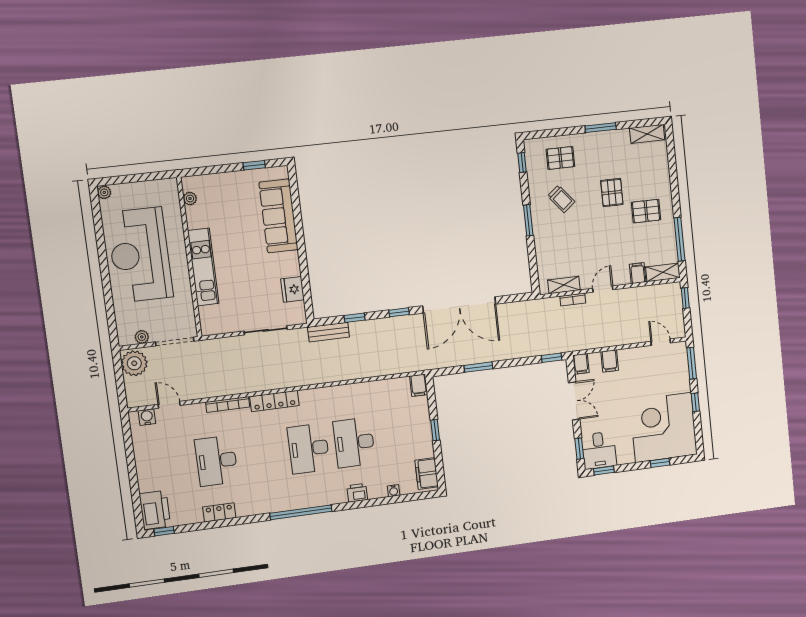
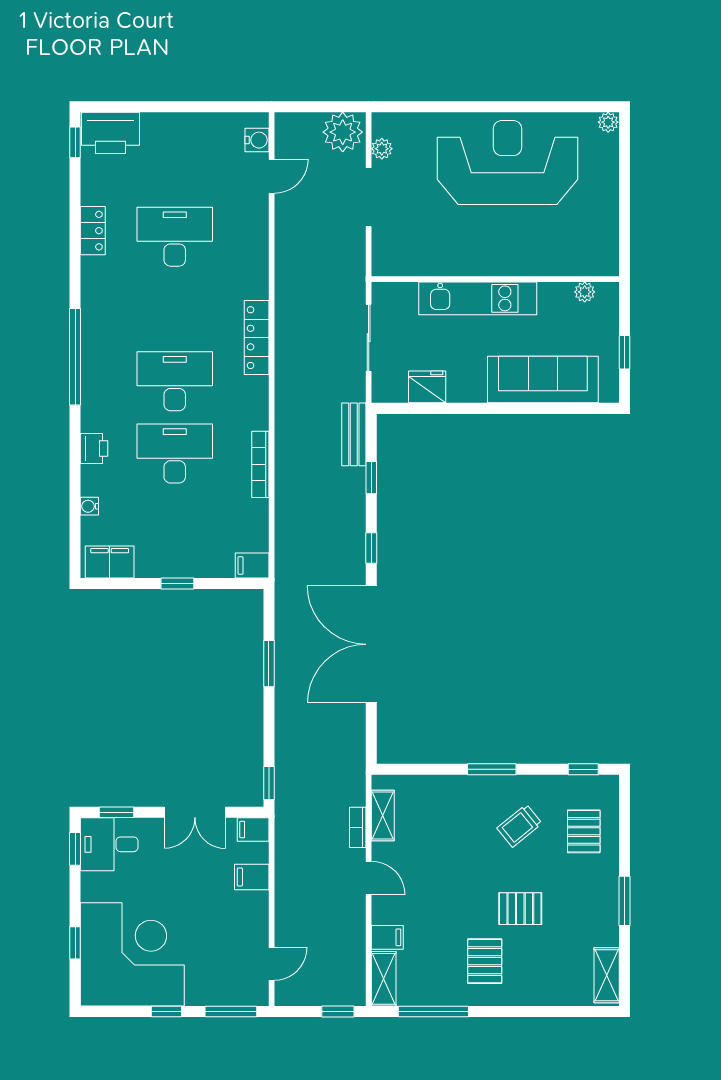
plant: (190, 198) -> (585, 292), moved
wall: (189, 257) -> (495, 279), moved
kitchen unit: (203, 267) -> (478, 298), moved
bookcase: (228, 405) -> (260, 464), moved

